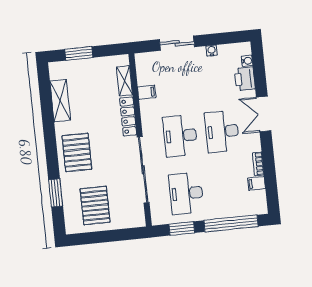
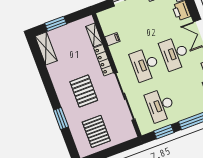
shelving: (60, 101) -> (46, 48), moved
pallet: (77, 152) -> (84, 91), moved
window: (56, 193) -> (61, 119), moved

